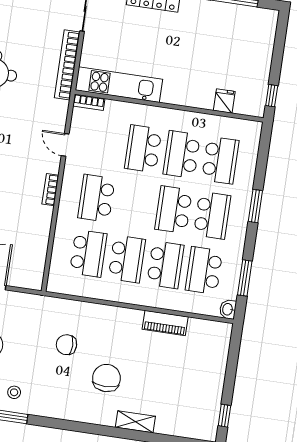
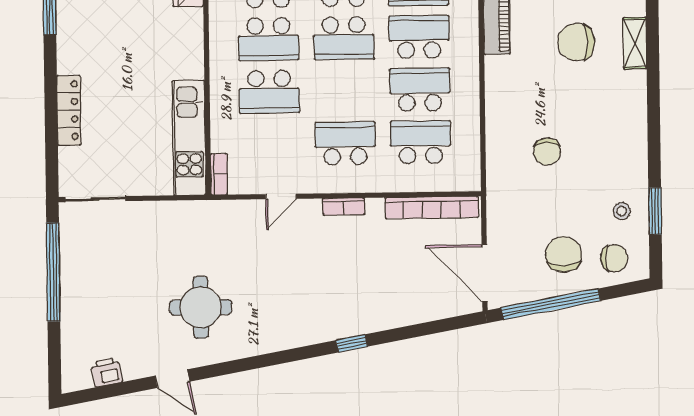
bookcase: (67, 65) -> (432, 207), moved
school desk: (96, 198) -> (345, 143), turned 180
chair: (106, 378) -> (576, 42), moved

